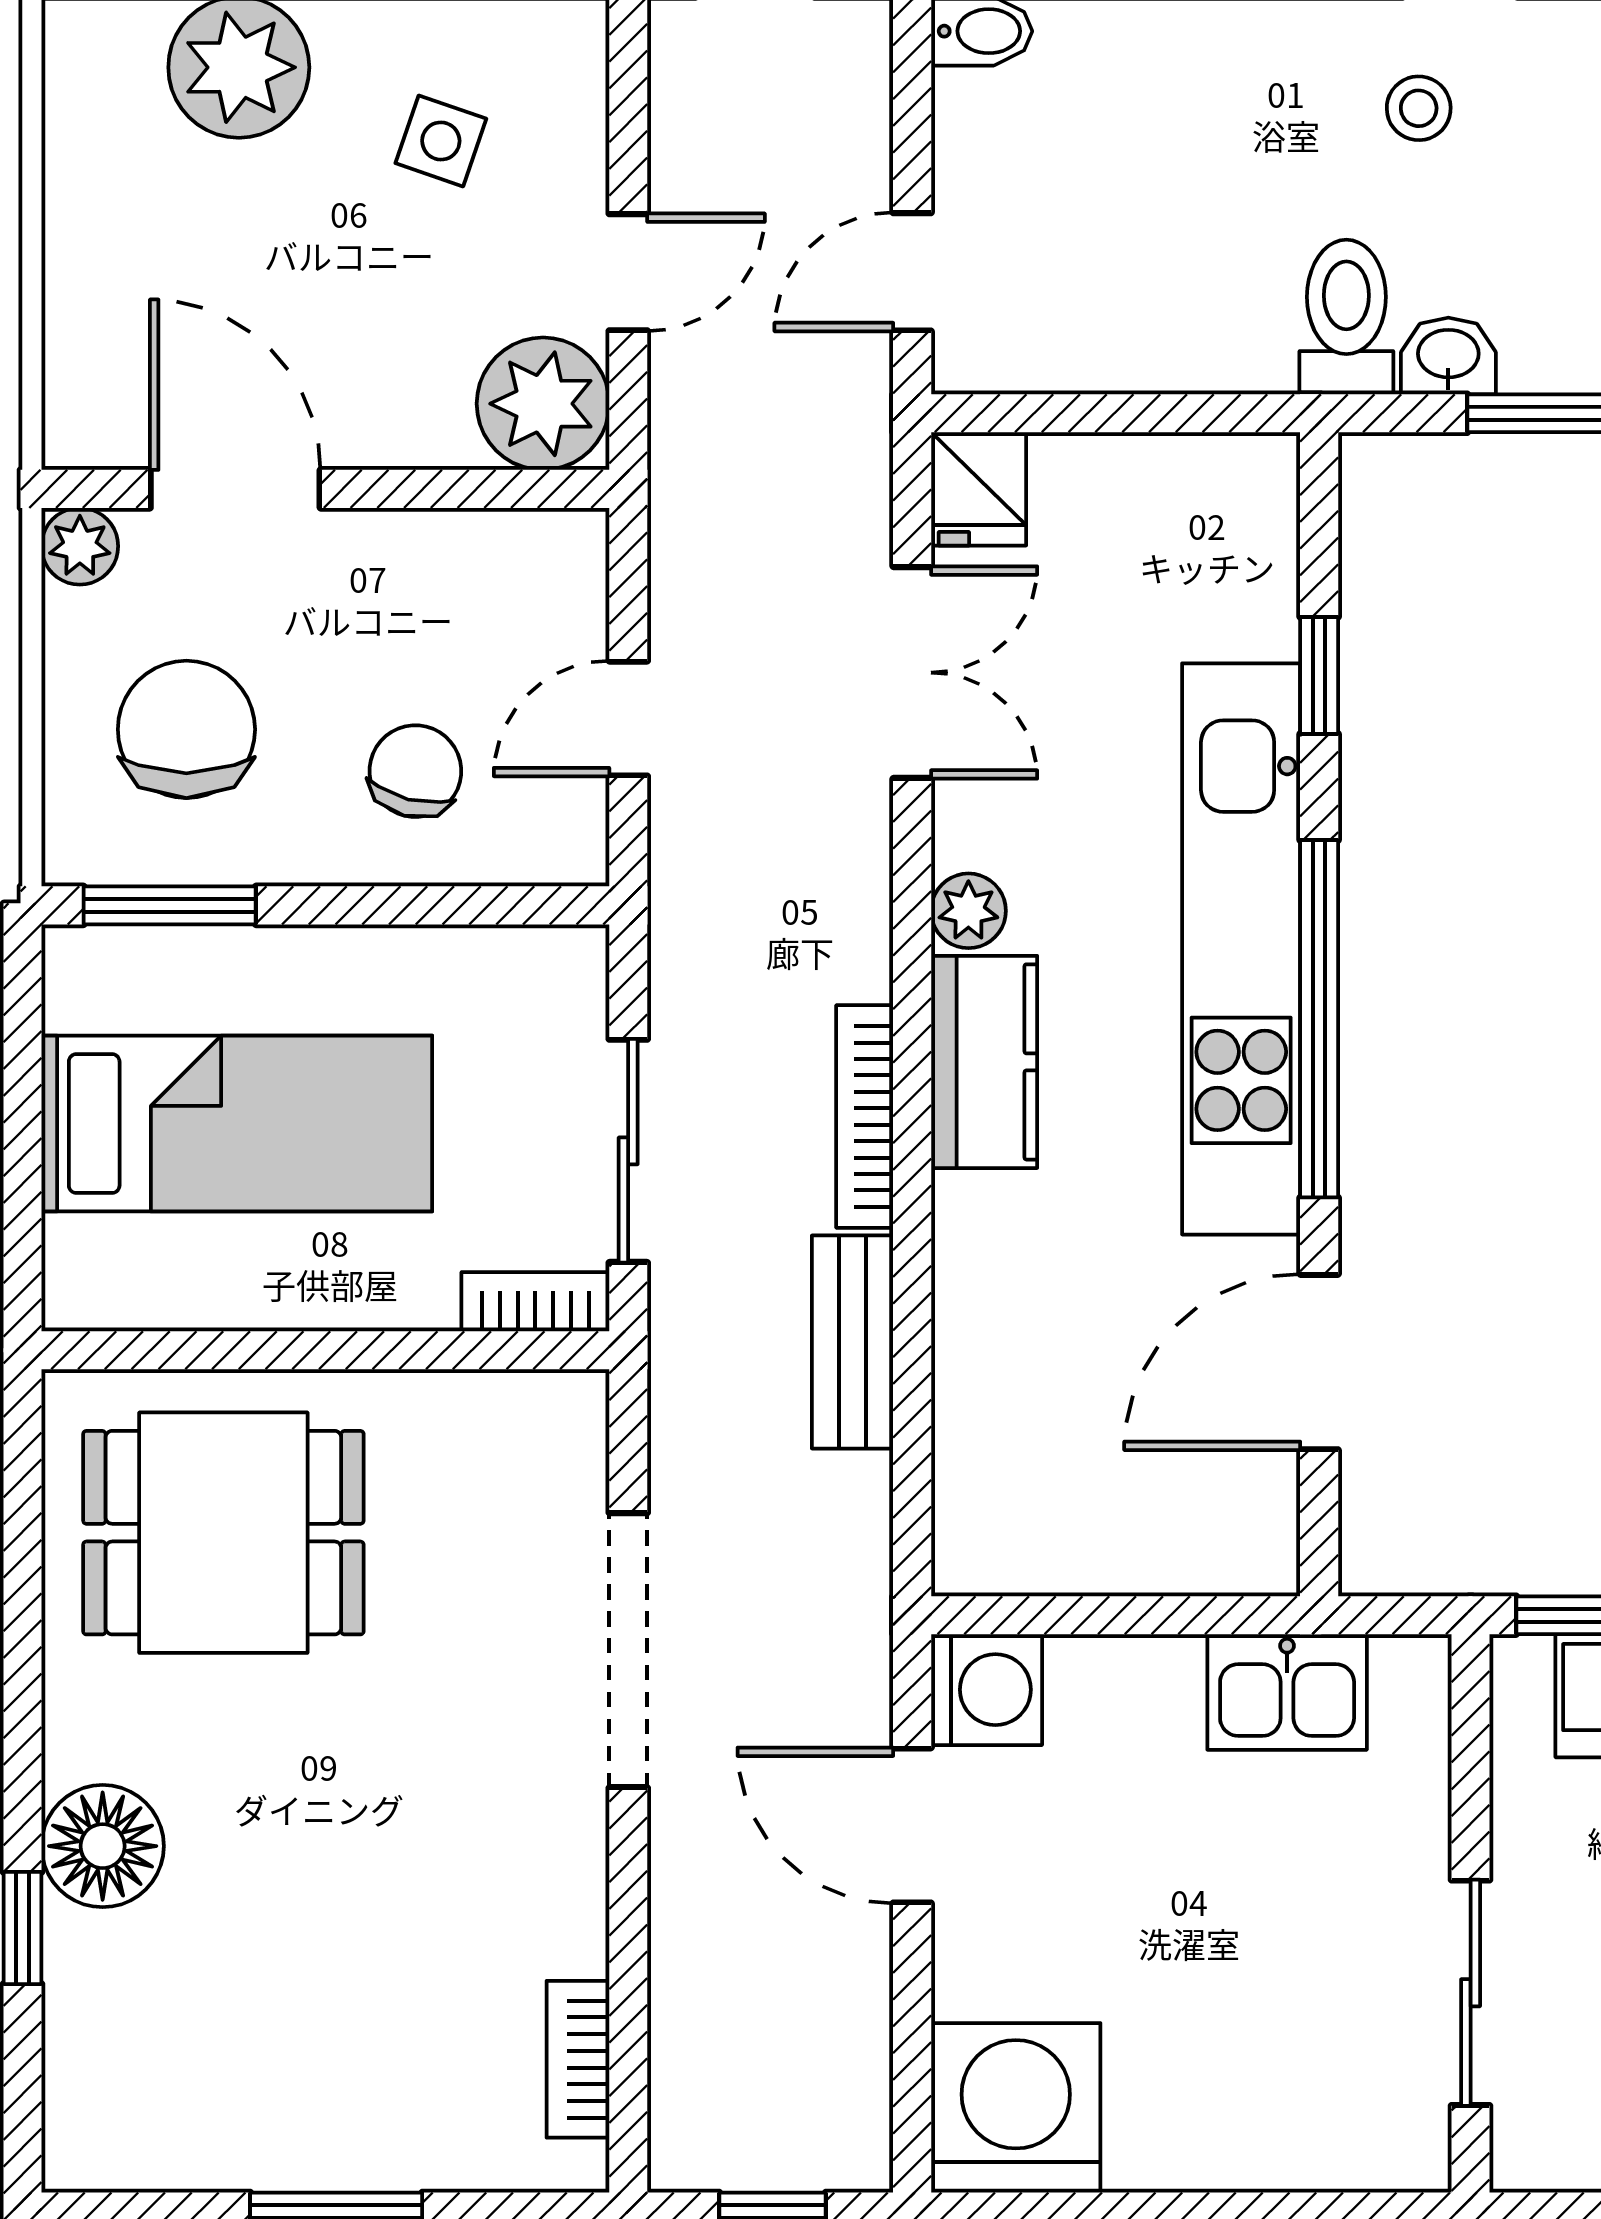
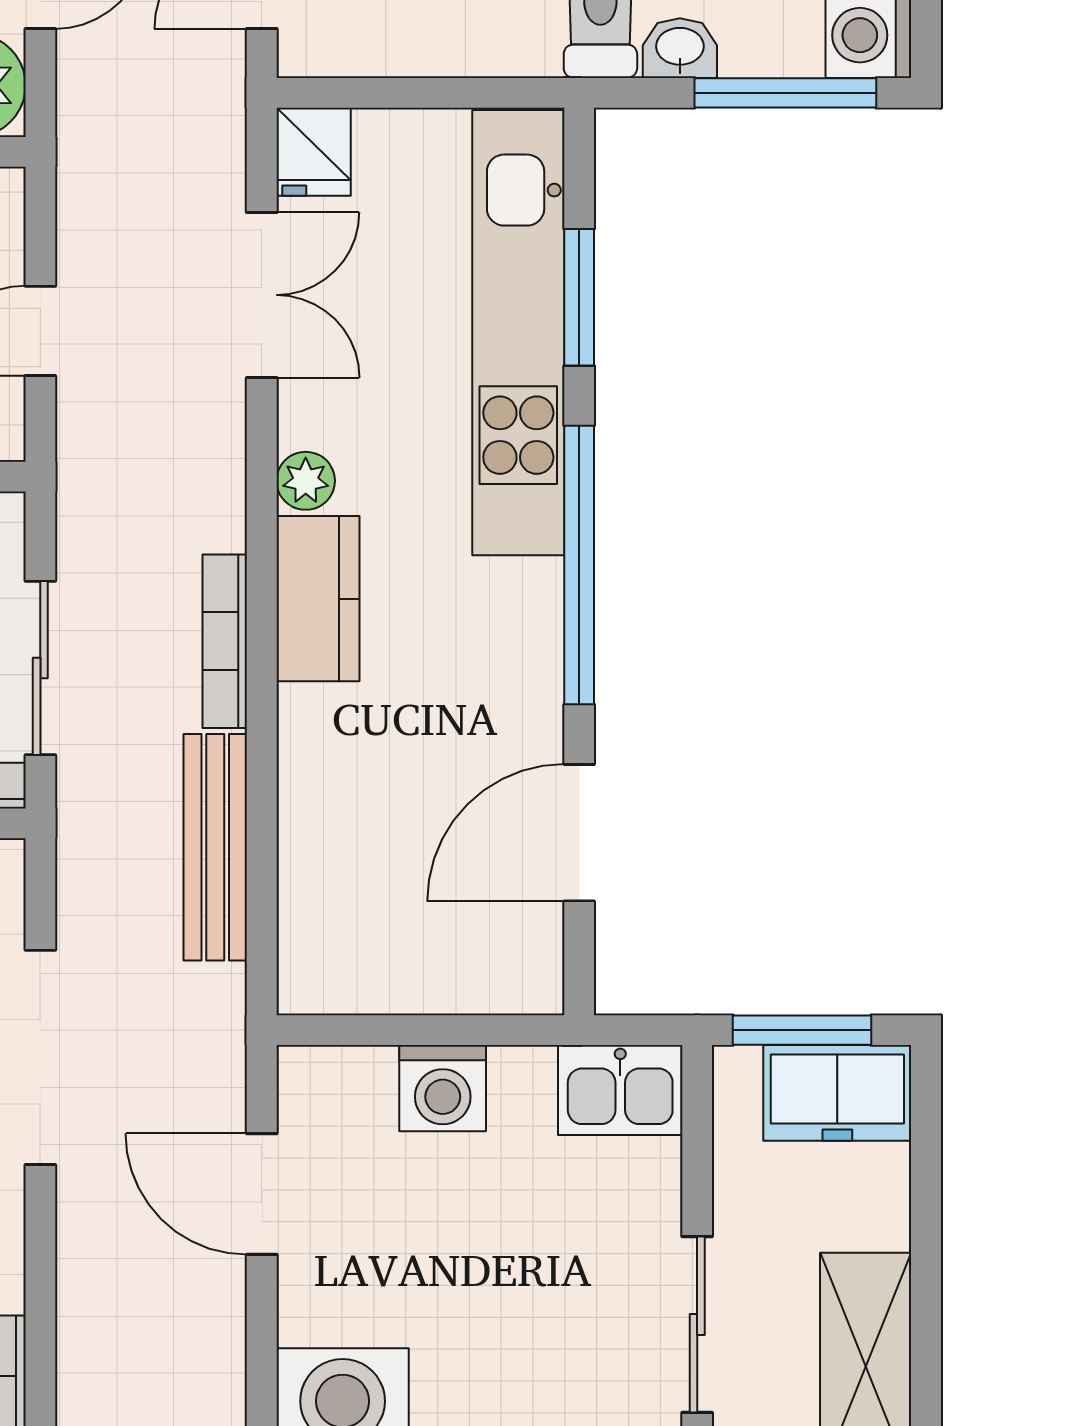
window: (1319, 675) -> (579, 297), width x1.50
kitchen unit: (1241, 949) -> (518, 333), moved
bench: (853, 1342) -> (215, 847), width x1.36
washing machine: (987, 1690) -> (443, 1088), moved, turned 90
kitchen sink: (1287, 1692) -> (620, 1090), moved

